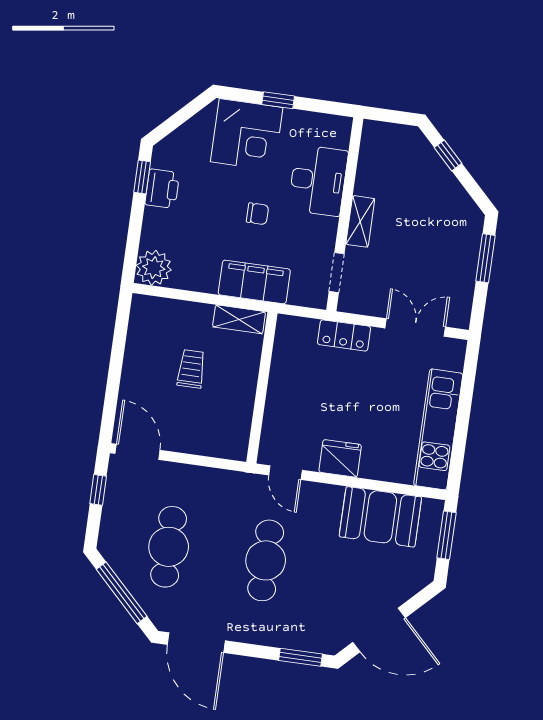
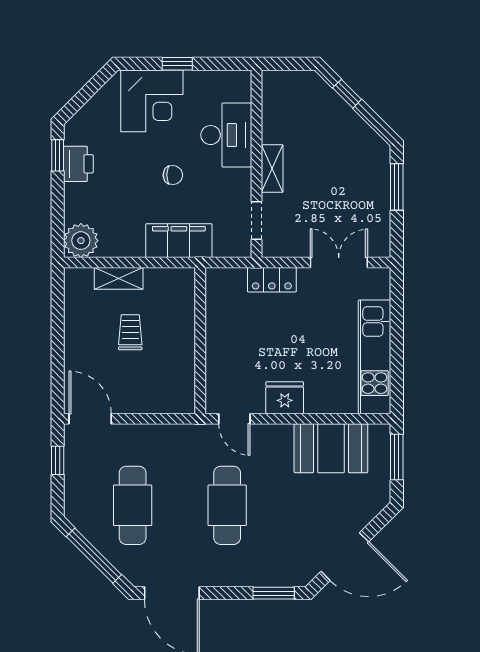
shelving: (239, 319) -> (119, 278), moved

